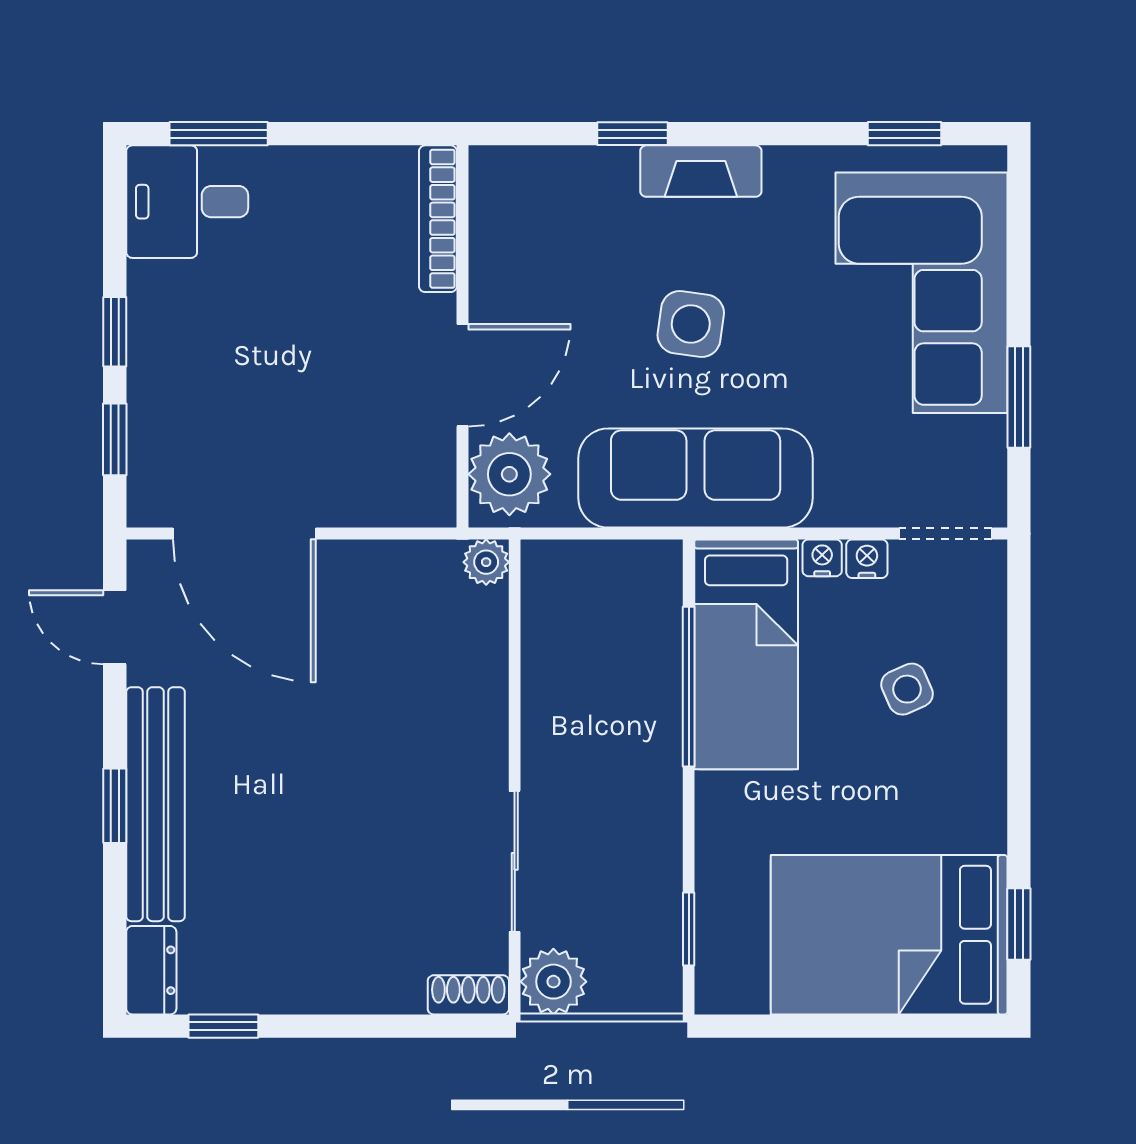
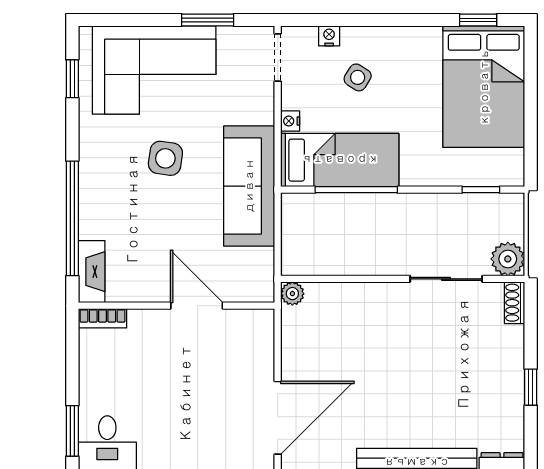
window: (633, 134) -> (72, 218), width x3.17
fireplace: (701, 171) -> (92, 272), moved
bookcase: (438, 219) -> (102, 318), width x0.64
side table: (691, 324) -> (165, 158), moved
plant: (509, 474) -> (247, 282), removed
nightstand: (867, 559) -> (329, 36), moved, turned 90
side table: (907, 689) -> (358, 77), turned -34
window: (223, 1026) -> (531, 387), moved

